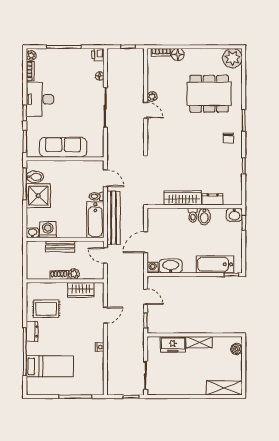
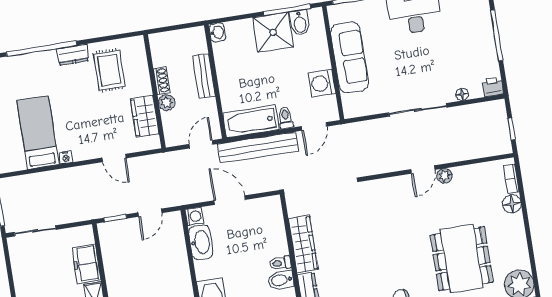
washing machine: (48, 230) -> (322, 83), moved, turned 180
bed: (50, 366) -> (38, 132), moved, turned 180

